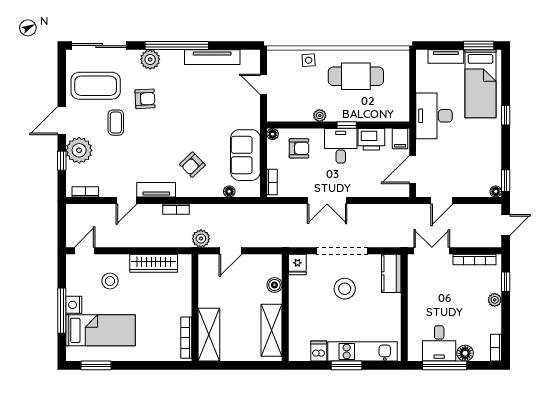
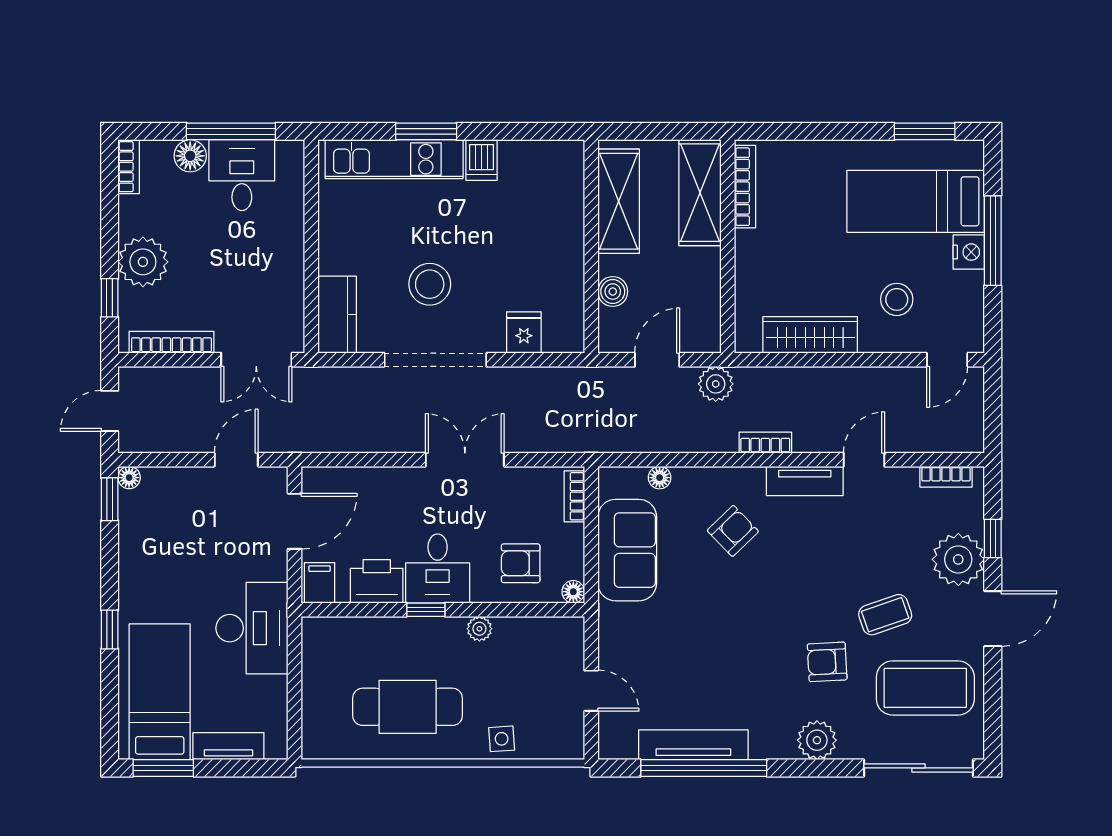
window: (177, 46) -> (704, 768), moved
coffee table: (116, 123) -> (885, 615), turned 71
boiler: (274, 285) -> (613, 292), moved
plant: (495, 300) -> (143, 262), width x1.88, depth x1.88
wall: (285, 308) -> (591, 246), moved
shelving: (272, 330) -> (619, 201), moved

